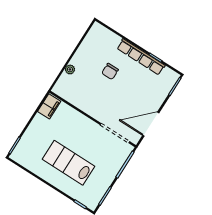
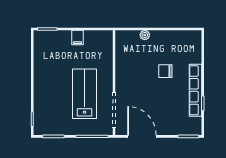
filing cabinet: (49, 106) -> (78, 37), moved, width x0.50
lab bench: (69, 163) -> (85, 94), moved

